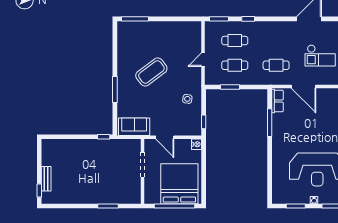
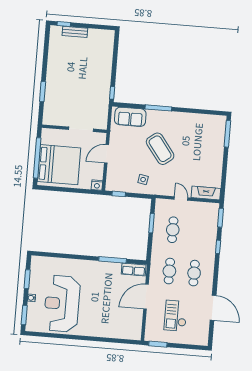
fireplace: (196, 35) -> (206, 193), added
cafe table: (235, 41) -> (194, 273), moved
coffee table: (151, 72) -> (160, 149), moved
sofa: (134, 127) -> (130, 117), moved, turned 90

